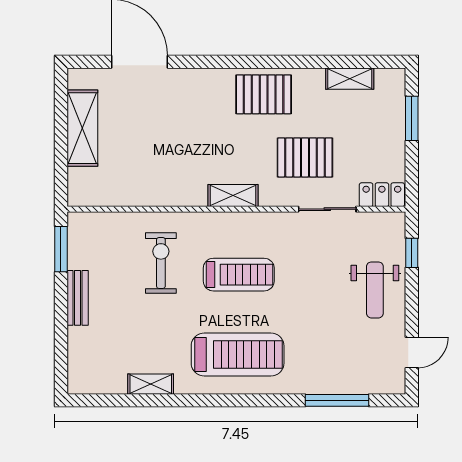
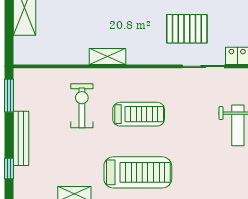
shelving: (233, 196) -> (108, 57), moved
bench: (78, 298) -> (21, 138), width x1.36
window: (61, 349) -> (9, 168), added

